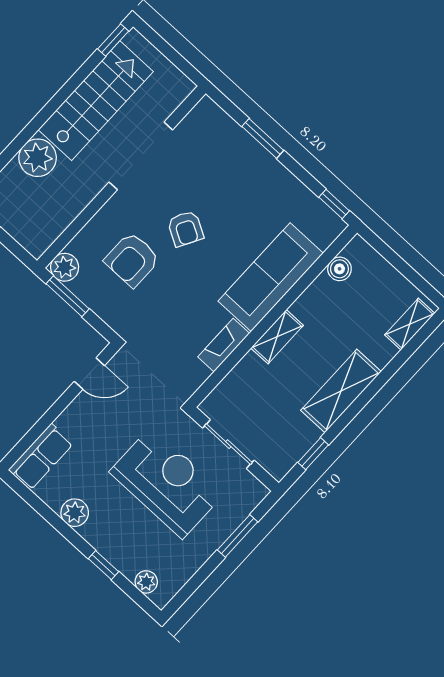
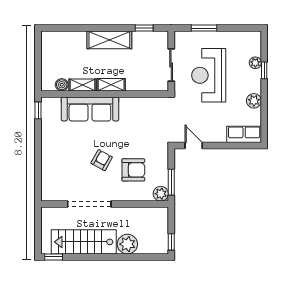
window: (263, 138) -> (38, 162), removed
shelving: (410, 324) -> (83, 85), moved
fireplace: (224, 345) -> (134, 103), removed
plant: (146, 582) -> (255, 63), moved

